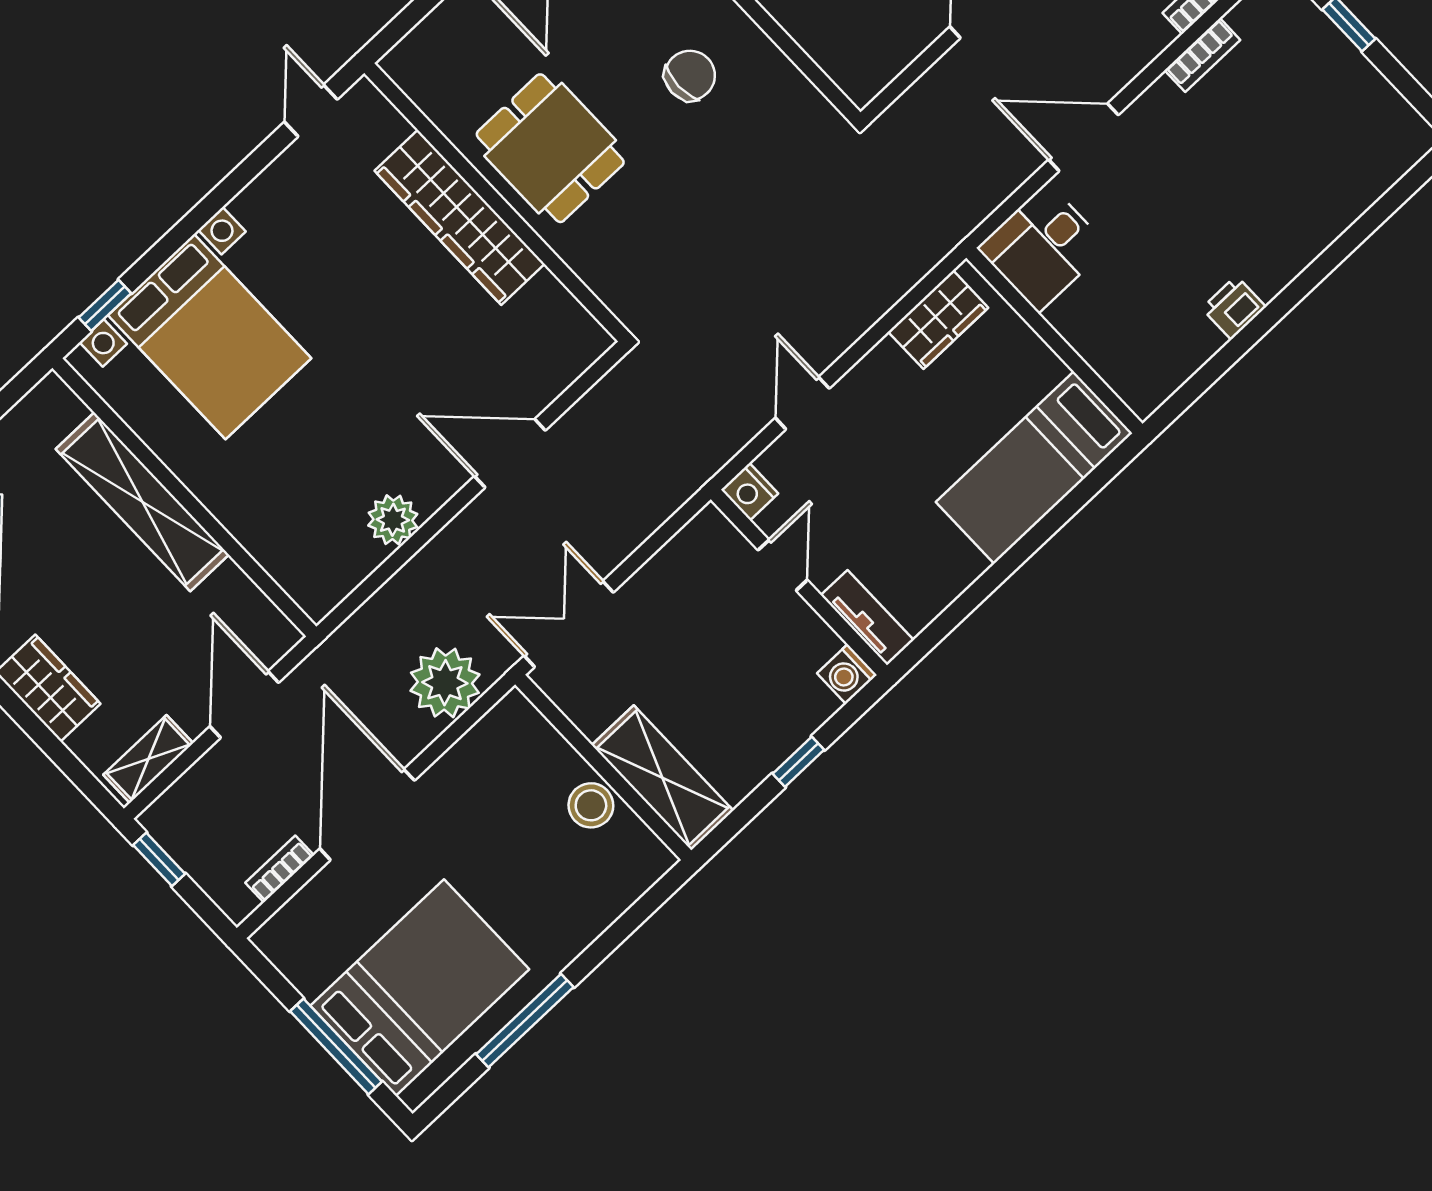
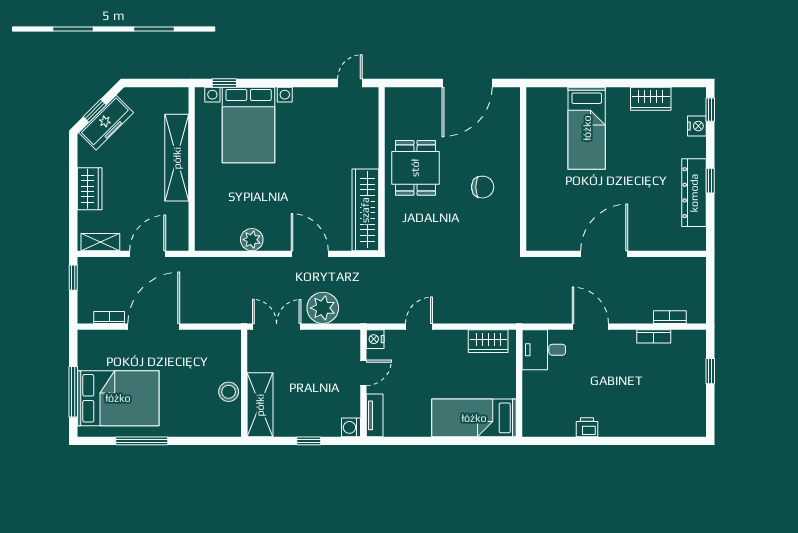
wardrobe: (460, 217) -> (365, 210), moved
plant: (445, 683) -> (323, 308), moved

